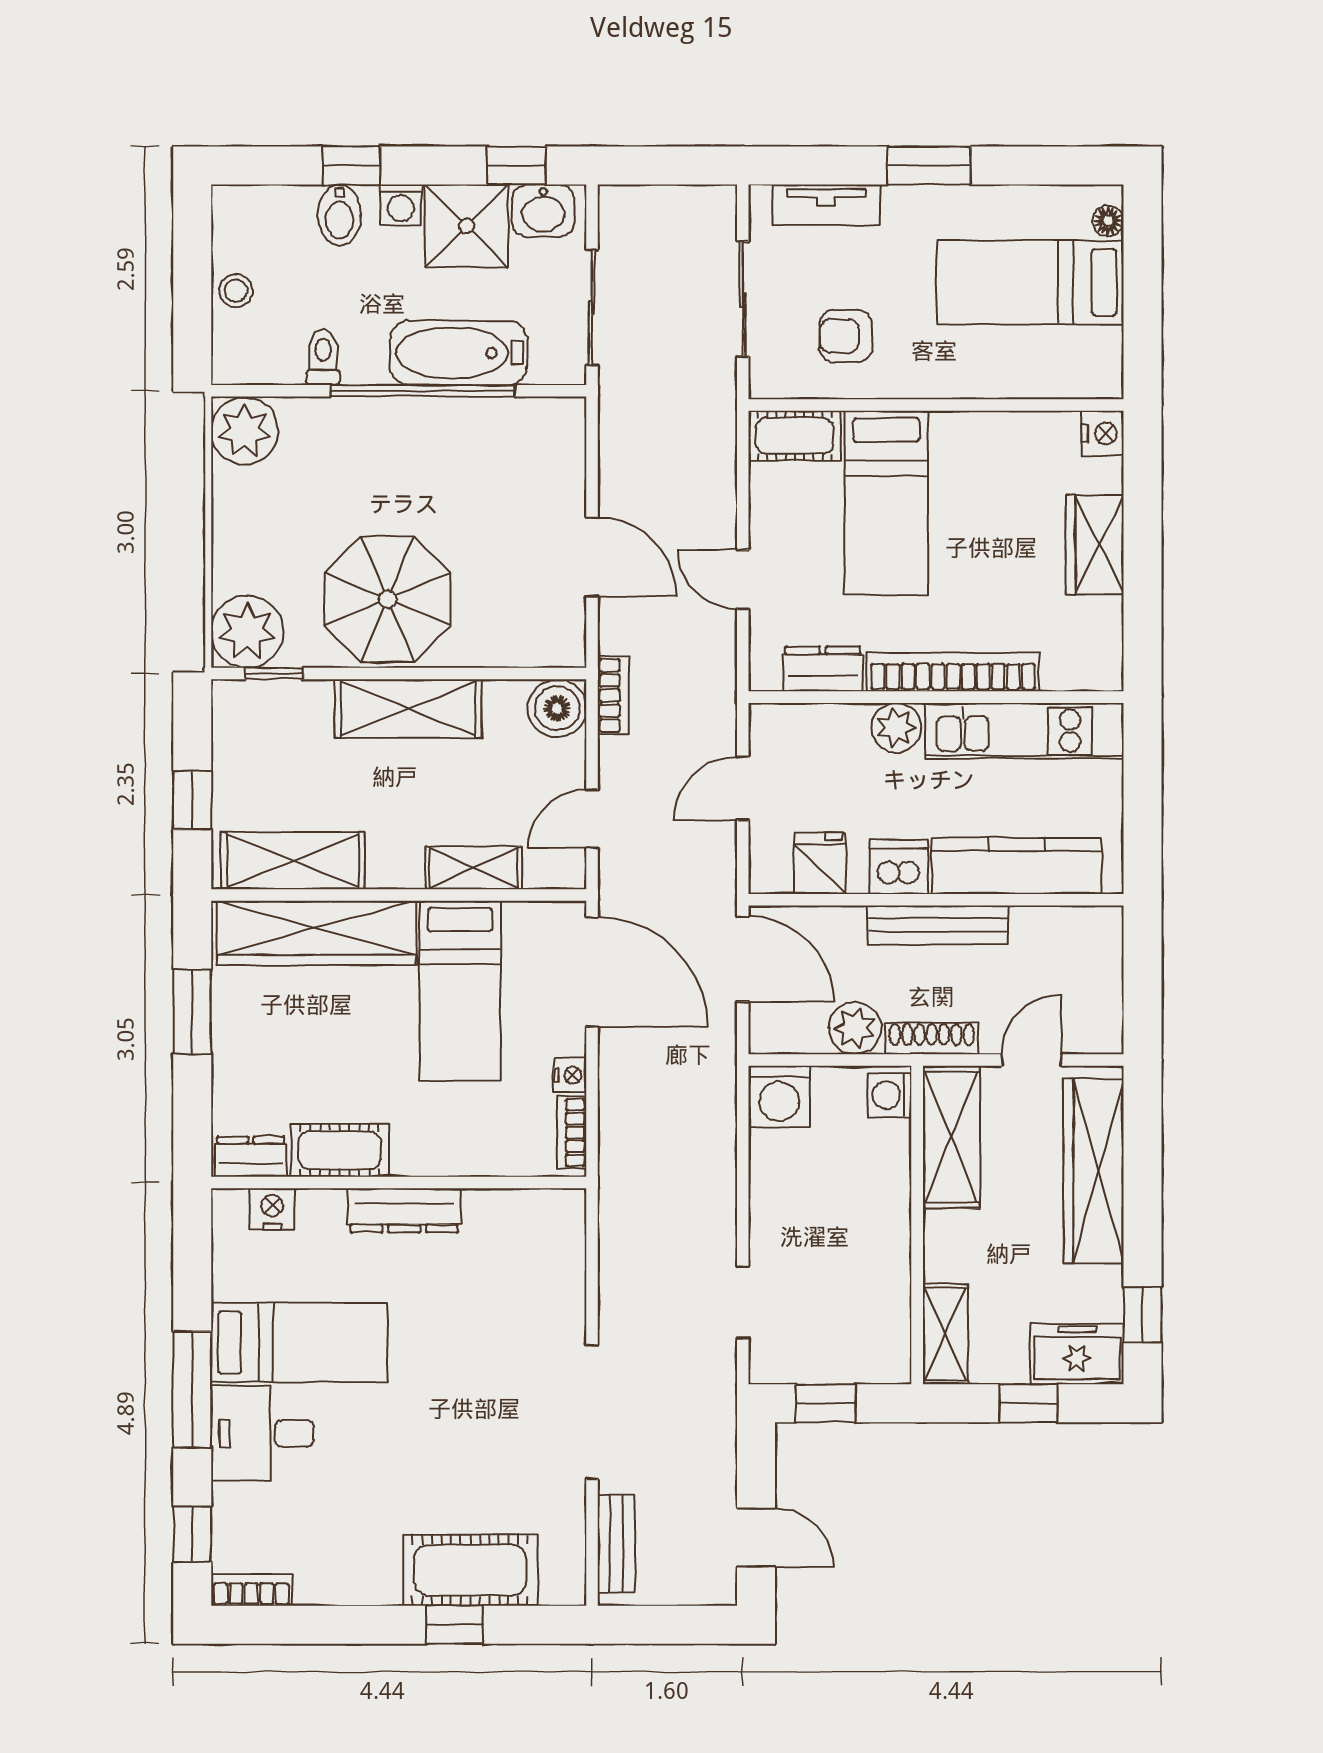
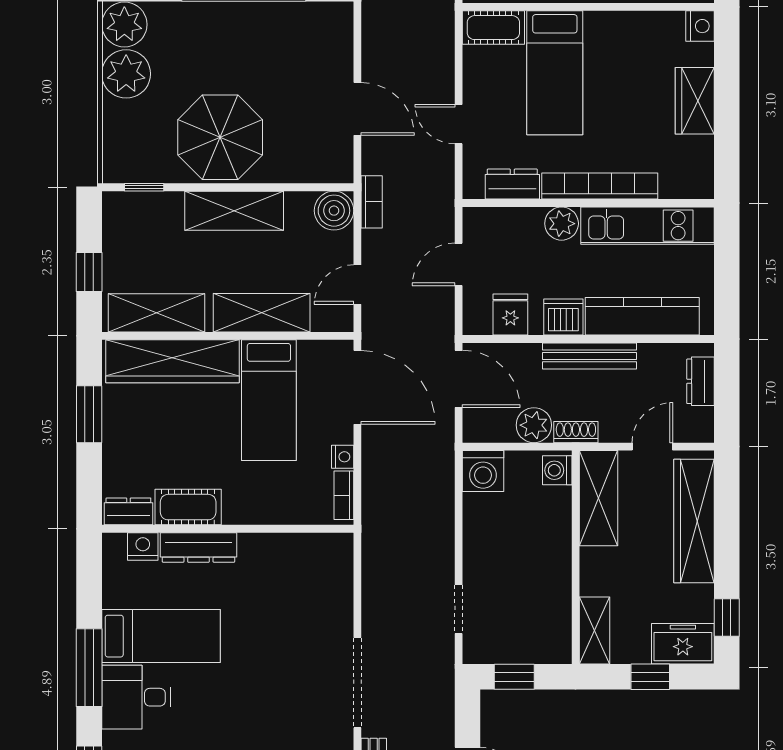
plant: (247, 632) -> (126, 74), moved
shelving: (473, 868) -> (262, 313), width x1.50, depth x1.33
dresser: (1103, 963) -> (700, 381), added
shoe rack: (932, 1039) -> (576, 432), width x0.70
dresser: (404, 1210) -> (198, 547), moved

